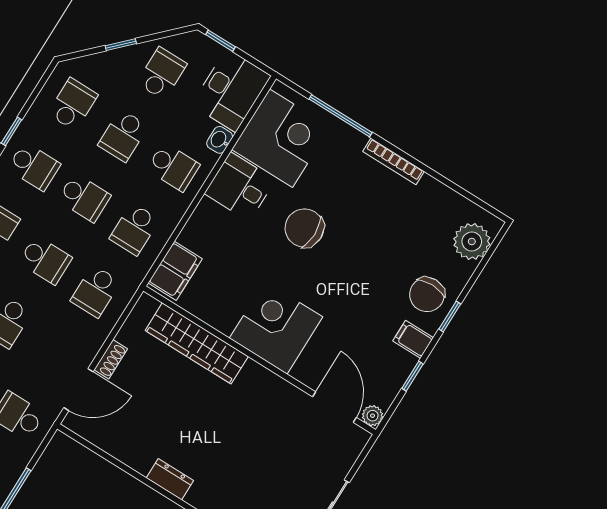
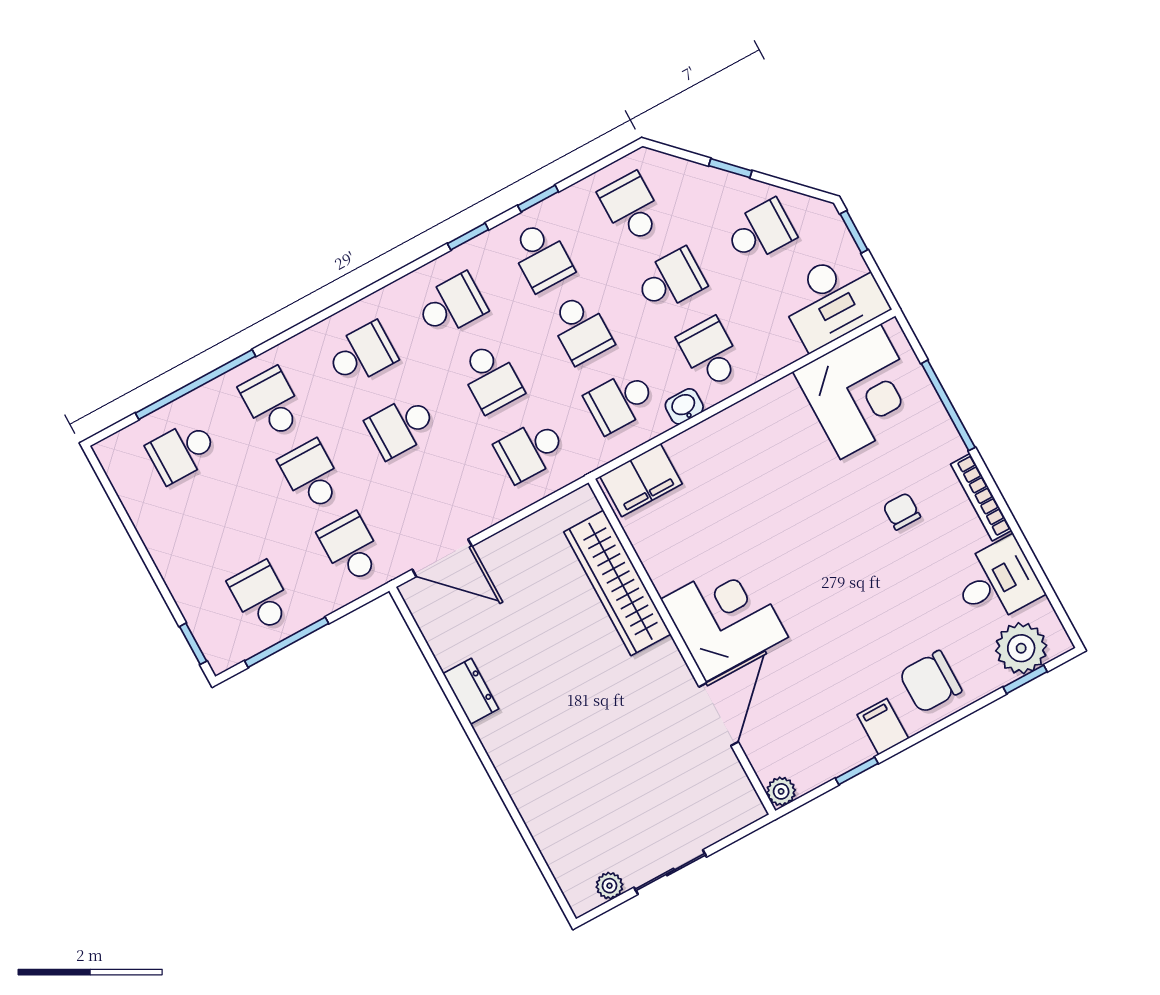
school desk: (73, 104) -> (631, 208), turned -90
school desk: (123, 136) -> (671, 280), turned 180
washbasin: (220, 140) -> (684, 406), moved
school desk: (173, 167) -> (710, 353), turned 180
desk: (240, 187) -> (997, 581), moved, turned 90
chair: (304, 228) -> (902, 511), moved, width x0.54, depth x0.54
window: (450, 316) -> (1025, 679), moved
shoe rack: (111, 359) -> (502, 543), removed
door: (334, 407) -> (719, 714), moved
dresser: (170, 479) -> (471, 691), moved

